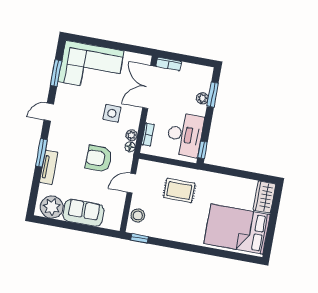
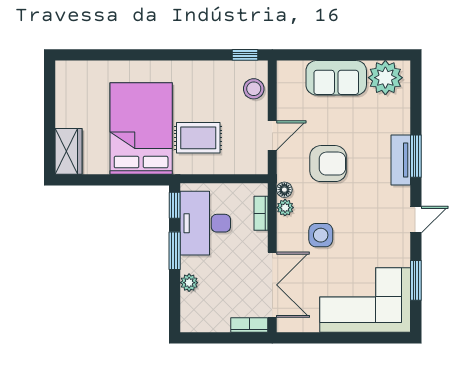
window: (213, 95) -> (175, 251), moved
tv unit: (49, 167) -> (401, 160), moved
bed: (237, 229) -> (141, 129), moved, turned -90

